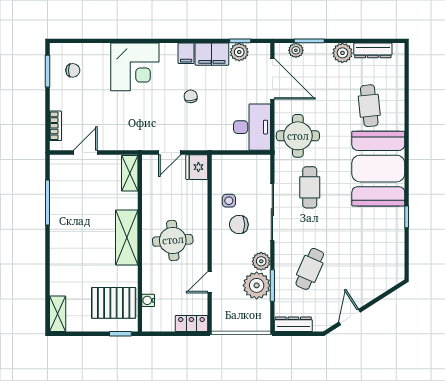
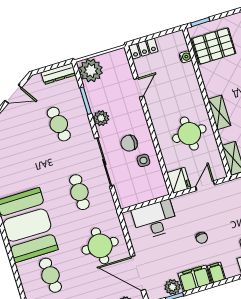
desk: (252, 127) -> (155, 220), moved, turned 90
round table: (298, 136) -> (100, 246), moved
chair: (239, 225) -> (129, 143), turned 180
shelving: (127, 237) -> (219, 112), width x0.67, depth x0.75
round table: (173, 240) -> (189, 134), moved
cafe table: (310, 269) -> (59, 124), turned -33
plant: (257, 285) -> (91, 70), moved
door: (350, 317) -> (13, 94), hinge flipped

